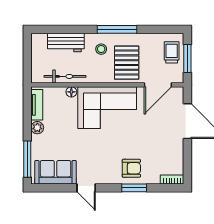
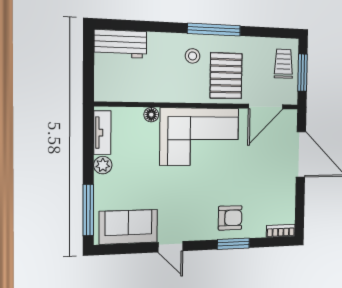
workbench: (66, 43) -> (120, 44), moved
bicycle: (65, 76) -> (143, 93), removed

